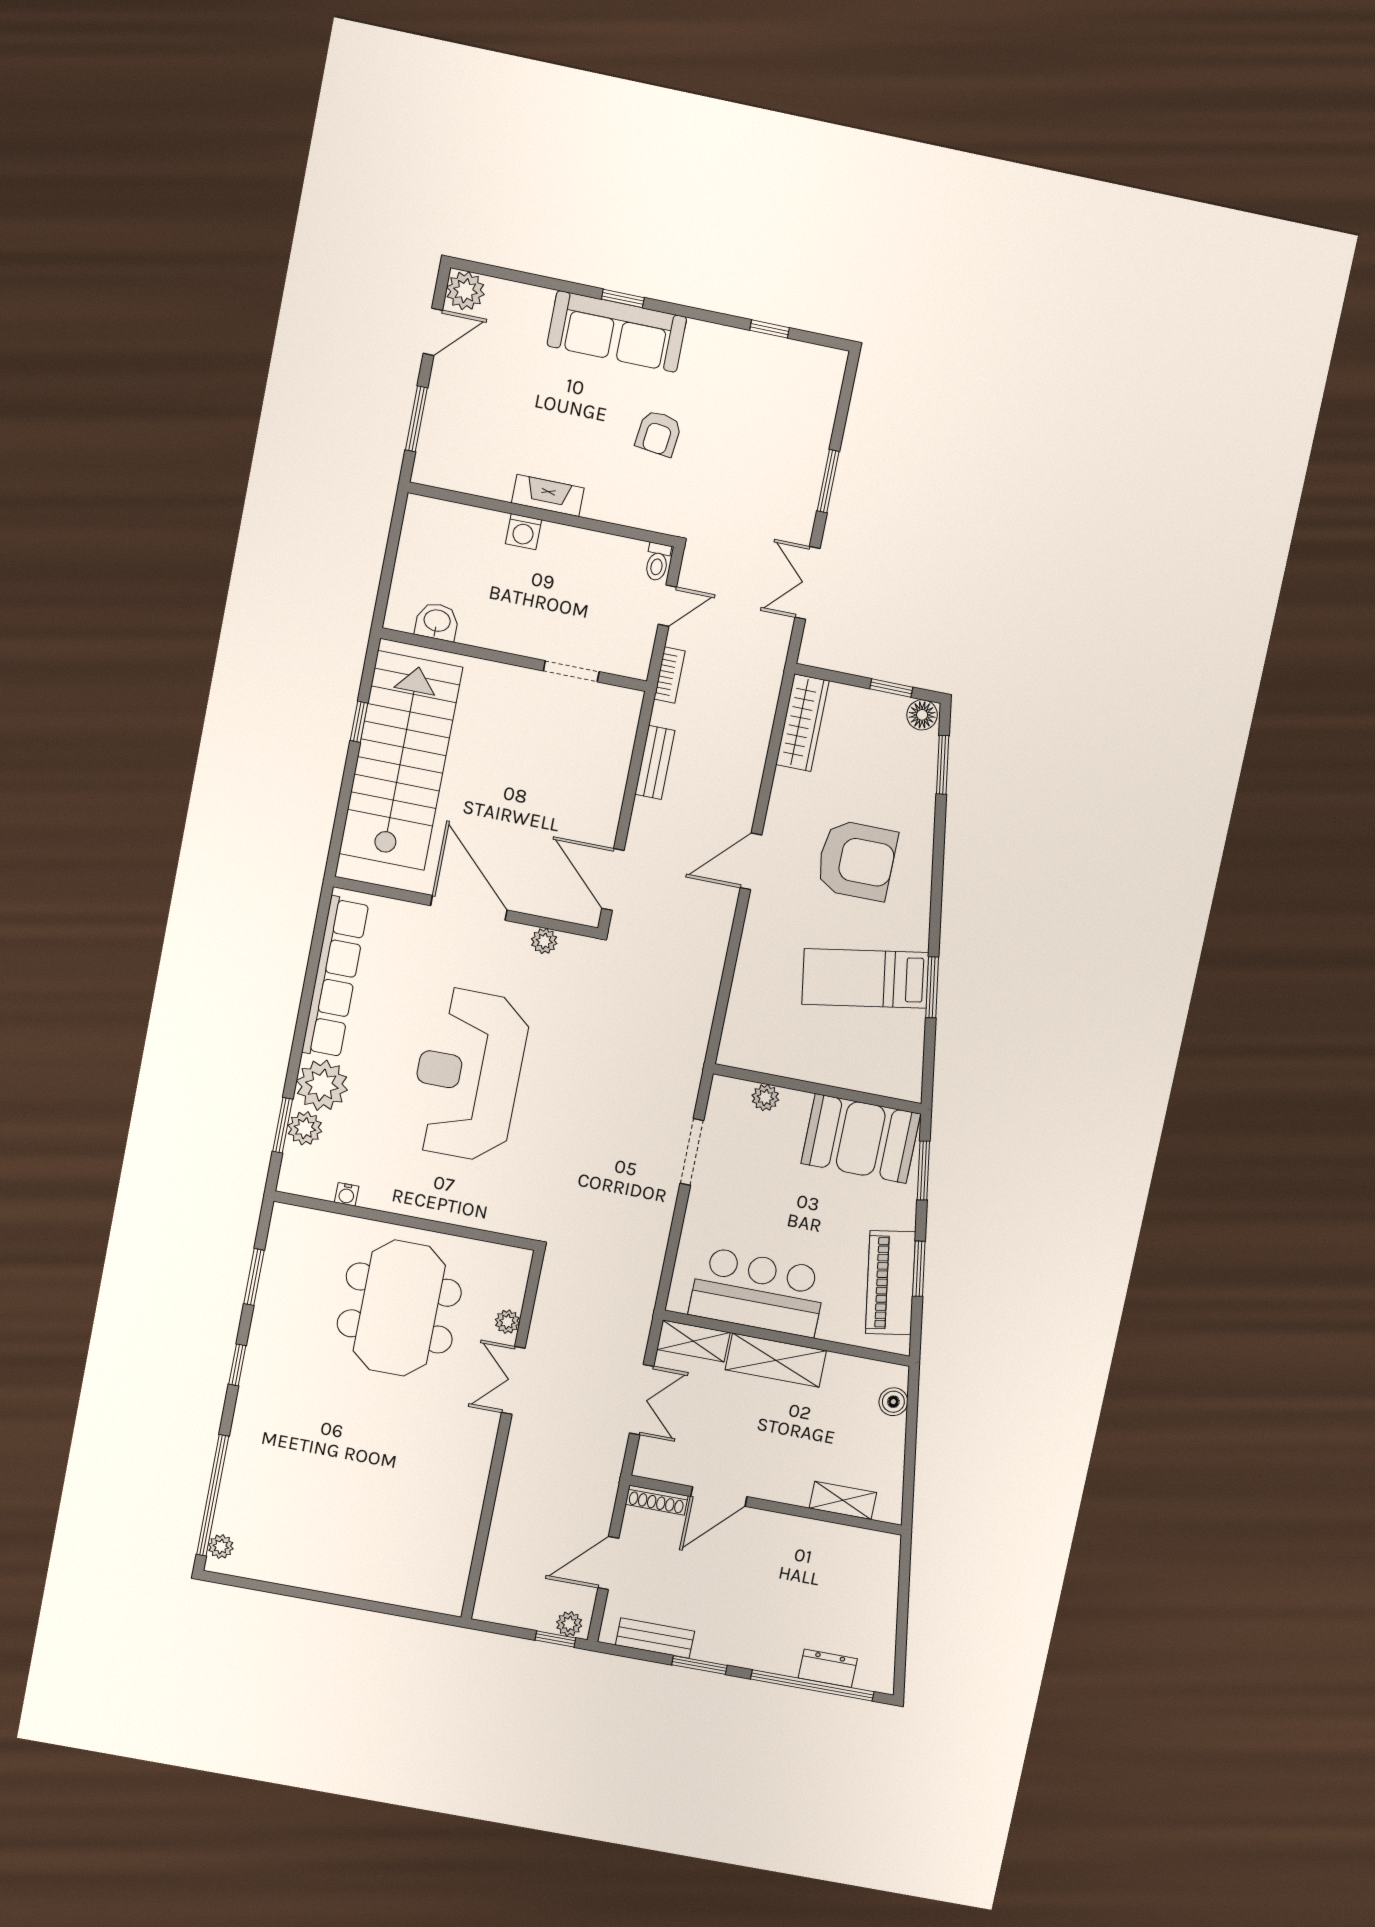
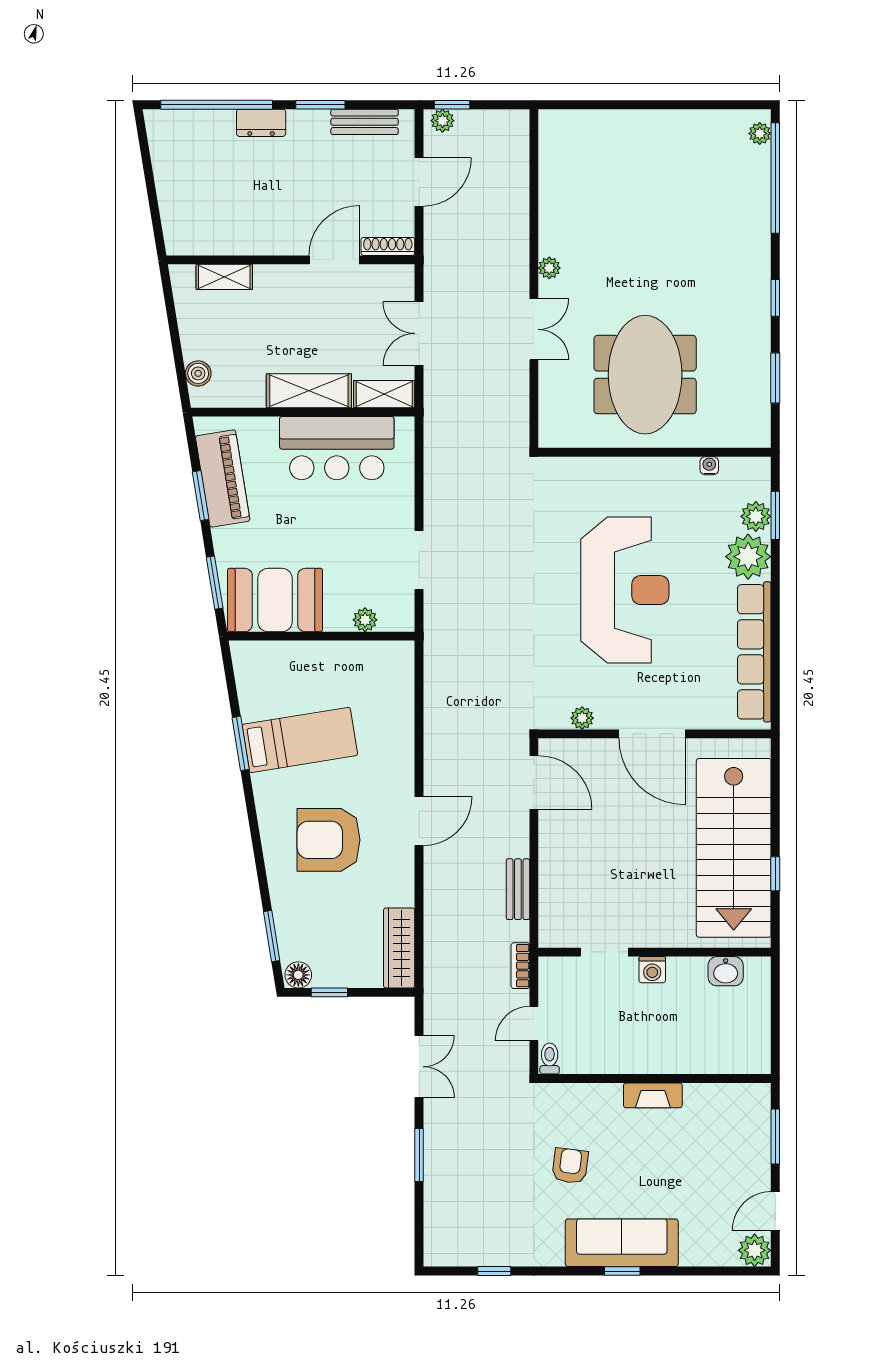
washing machine: (523, 532) -> (652, 970), moved, turned 180
plant: (507, 1322) -> (549, 268), moved
dresser: (828, 1668) -> (261, 123), moved

